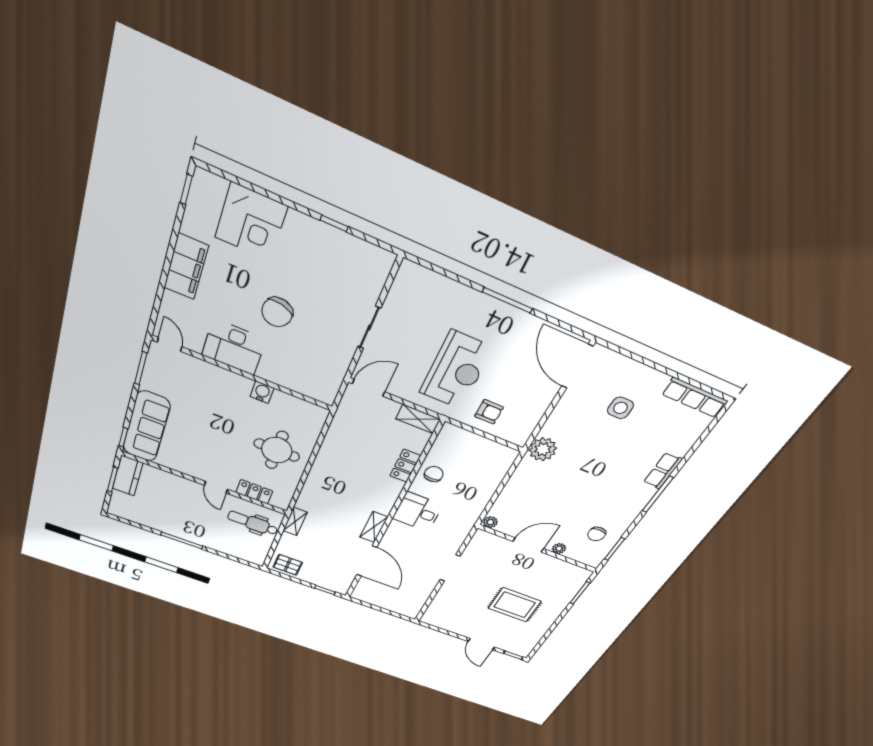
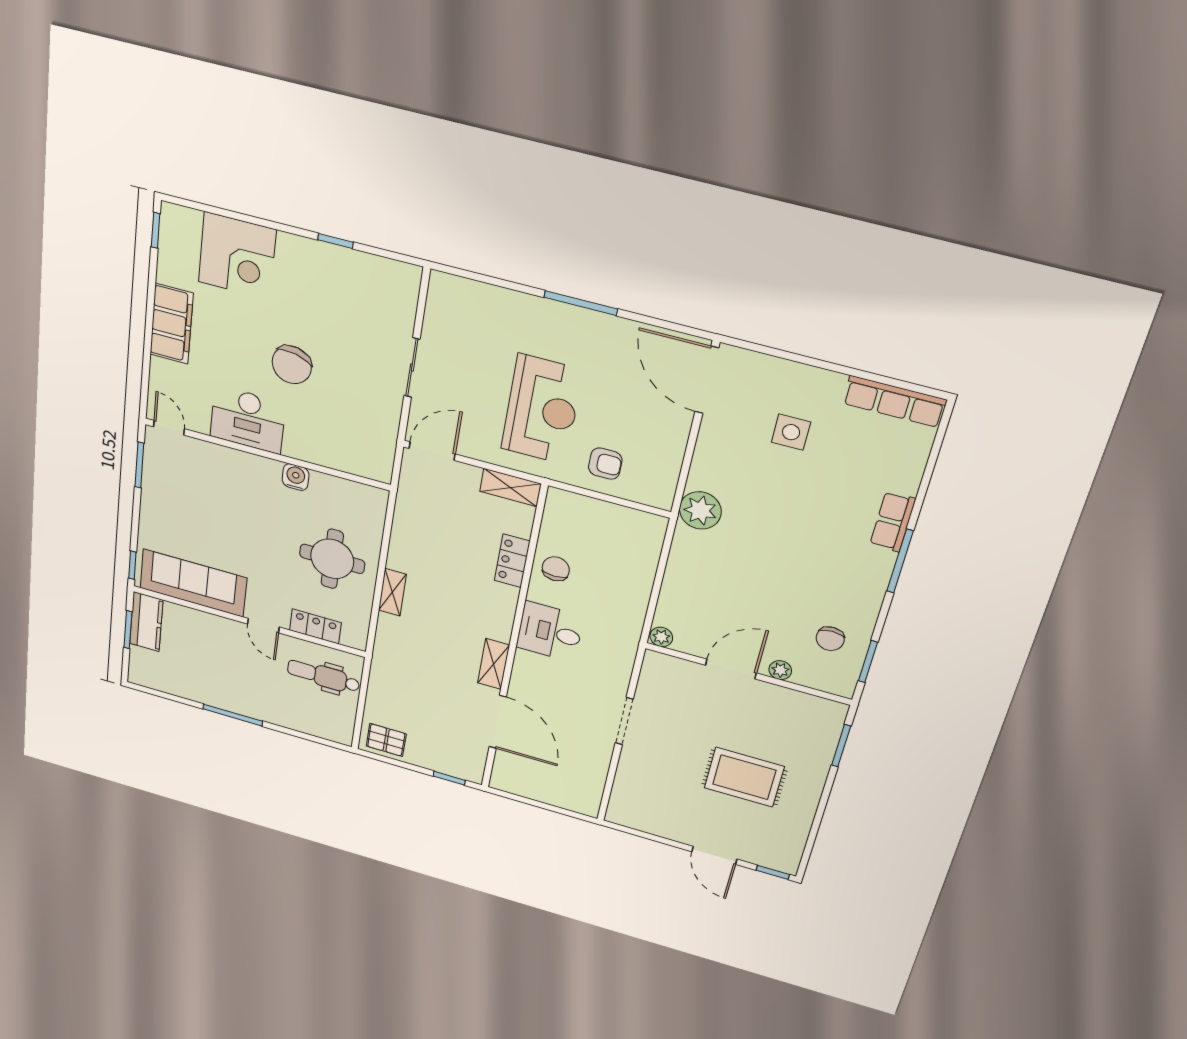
sofa: (147, 427) -> (193, 583), moved, turned -90
shelving: (295, 521) -> (392, 592), moved

